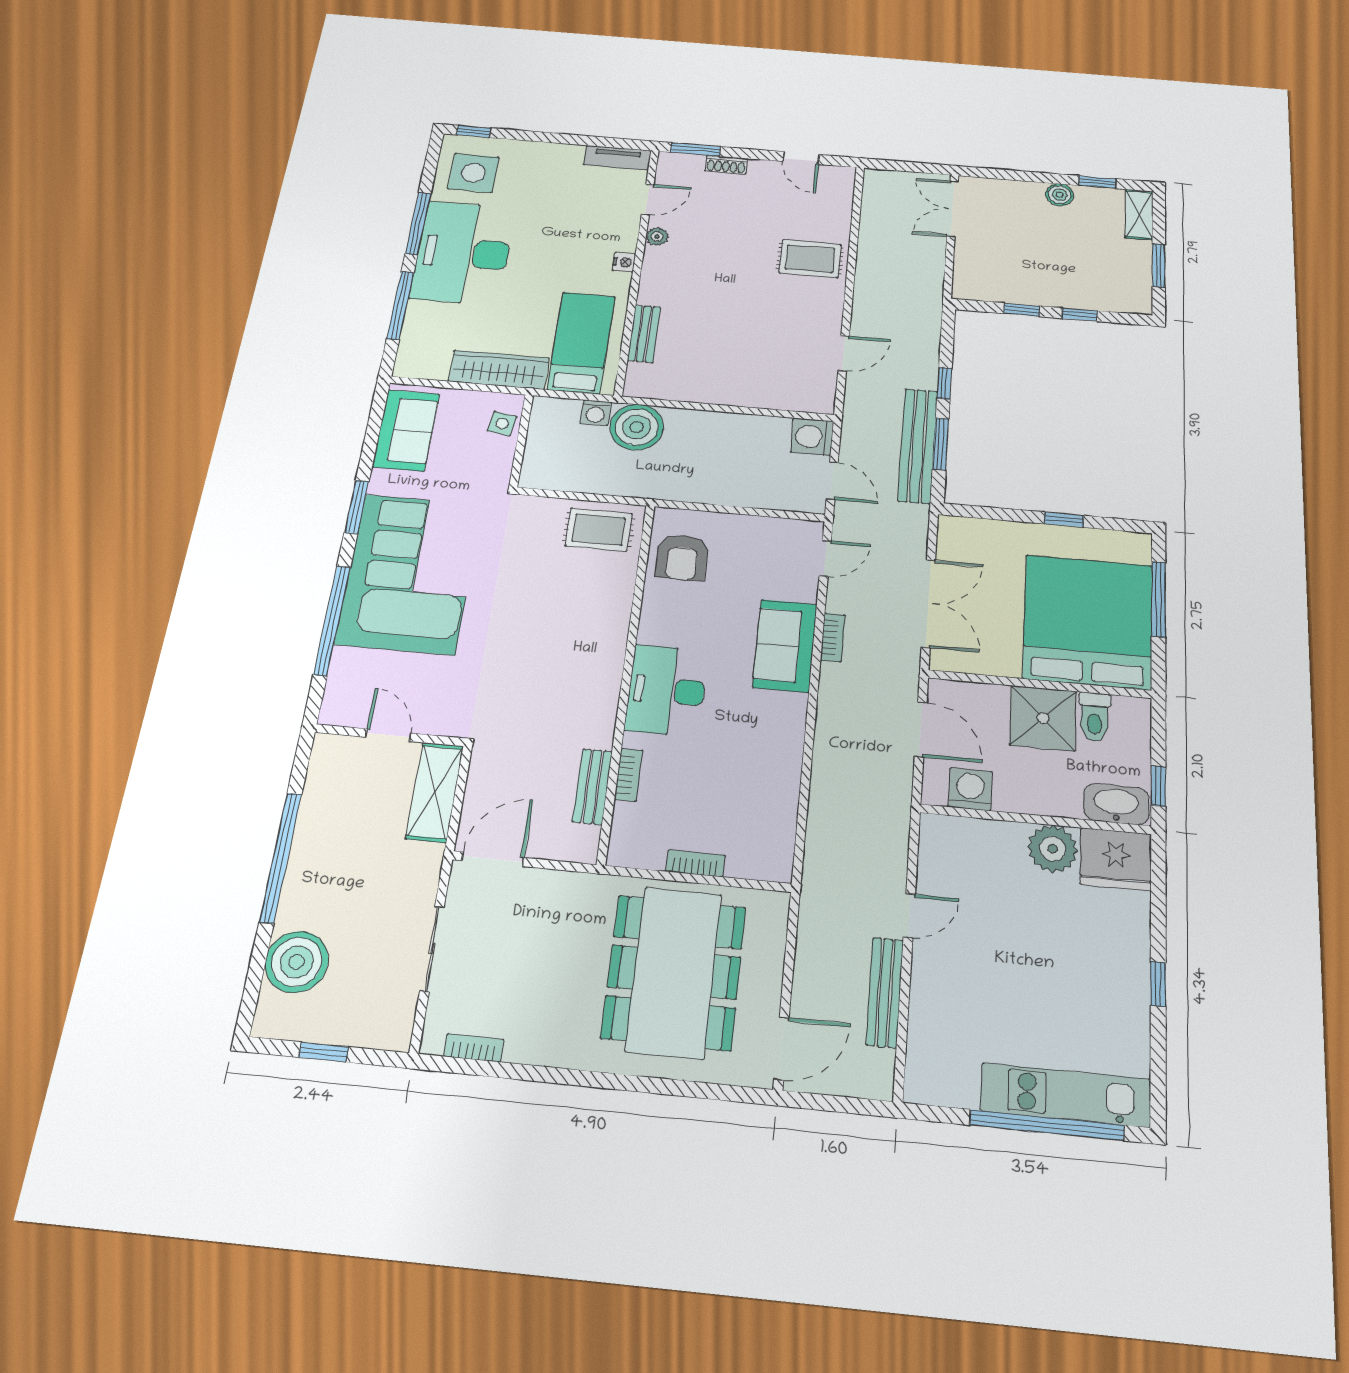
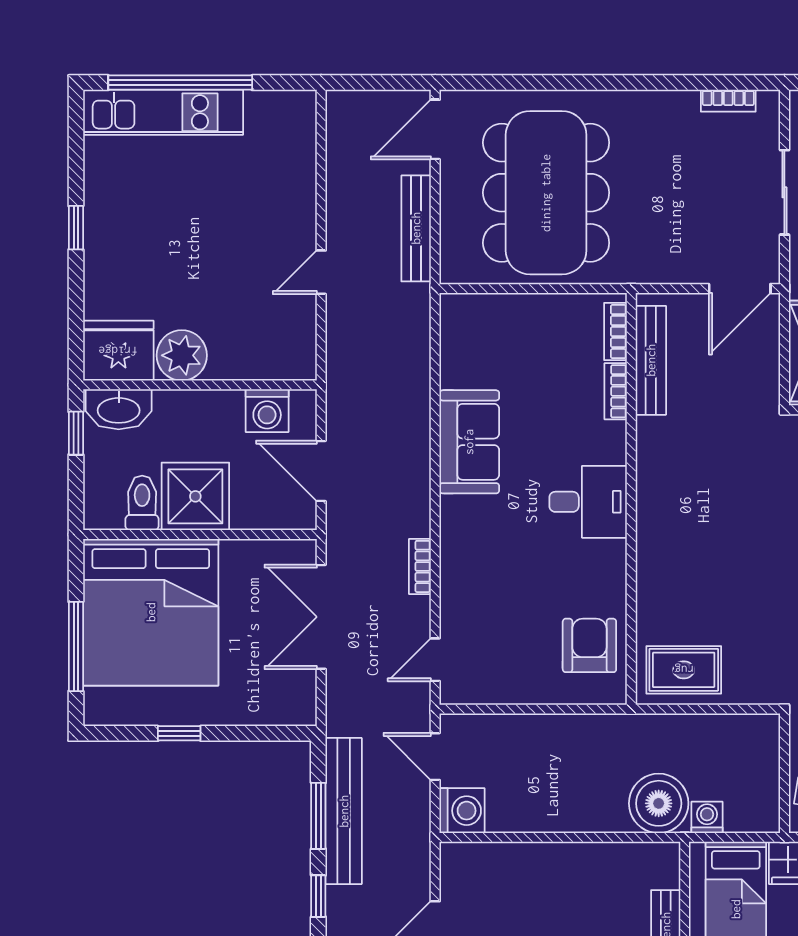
sofa: (785, 646) -> (469, 442), moved
desk: (666, 690) -> (588, 502), width x0.73
bench: (592, 787) -> (651, 360), width x1.36
bookcase: (695, 863) -> (615, 332), moved, turned 90
bench: (885, 992) -> (416, 228), moved

